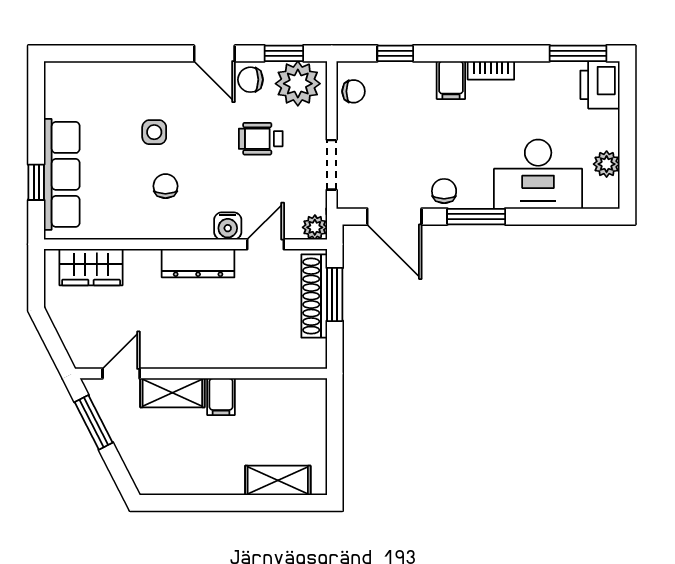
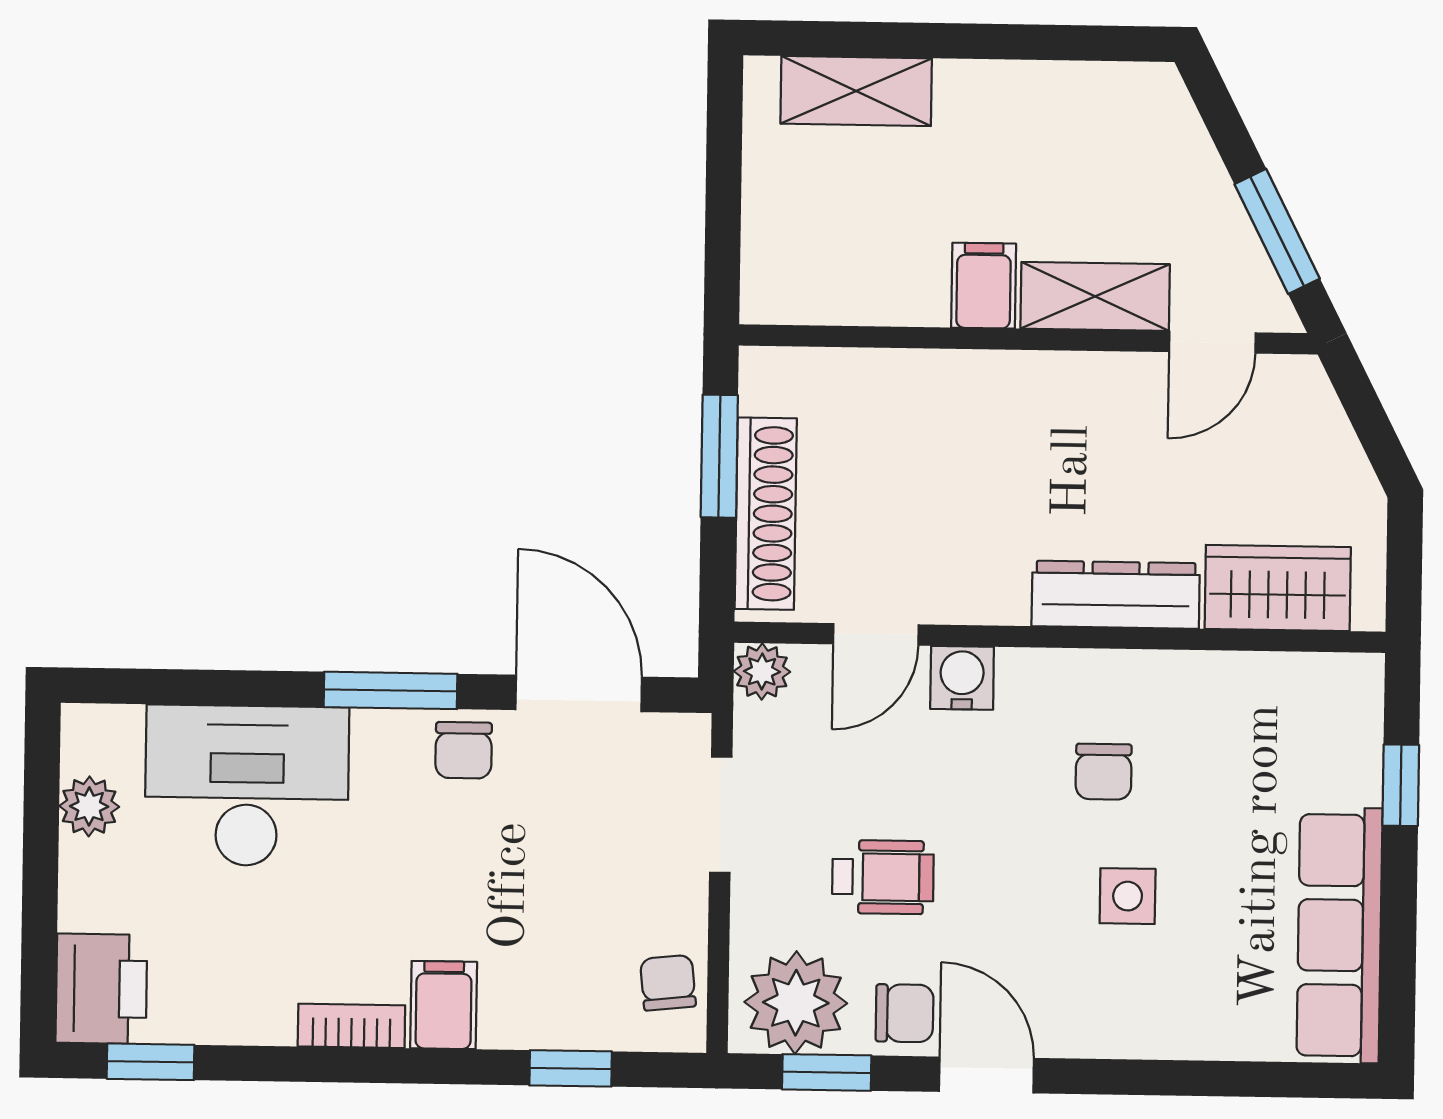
window: (578, 53) -> (150, 1062), width x0.67
chair: (354, 91) -> (668, 983), turned 84
row of seats: (62, 174) -> (1339, 935), moved
dresser: (198, 263) -> (1116, 595), moved
window: (335, 294) -> (719, 456), moved

